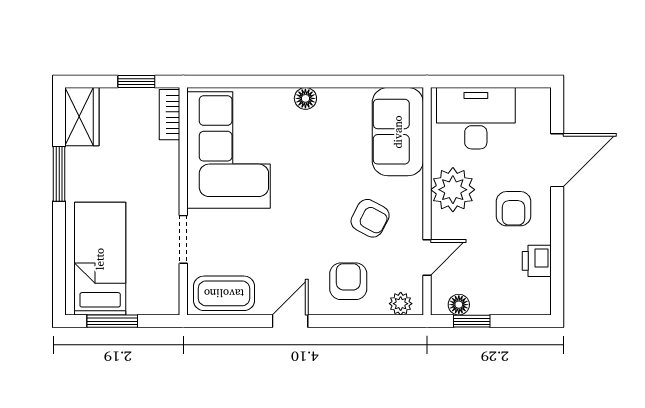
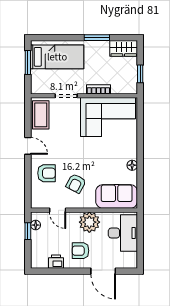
floor lamp: (305, 98) -> (132, 165), moved
bookcase: (170, 115) -> (98, 89), moved
plant: (401, 304) -> (36, 198), removed

